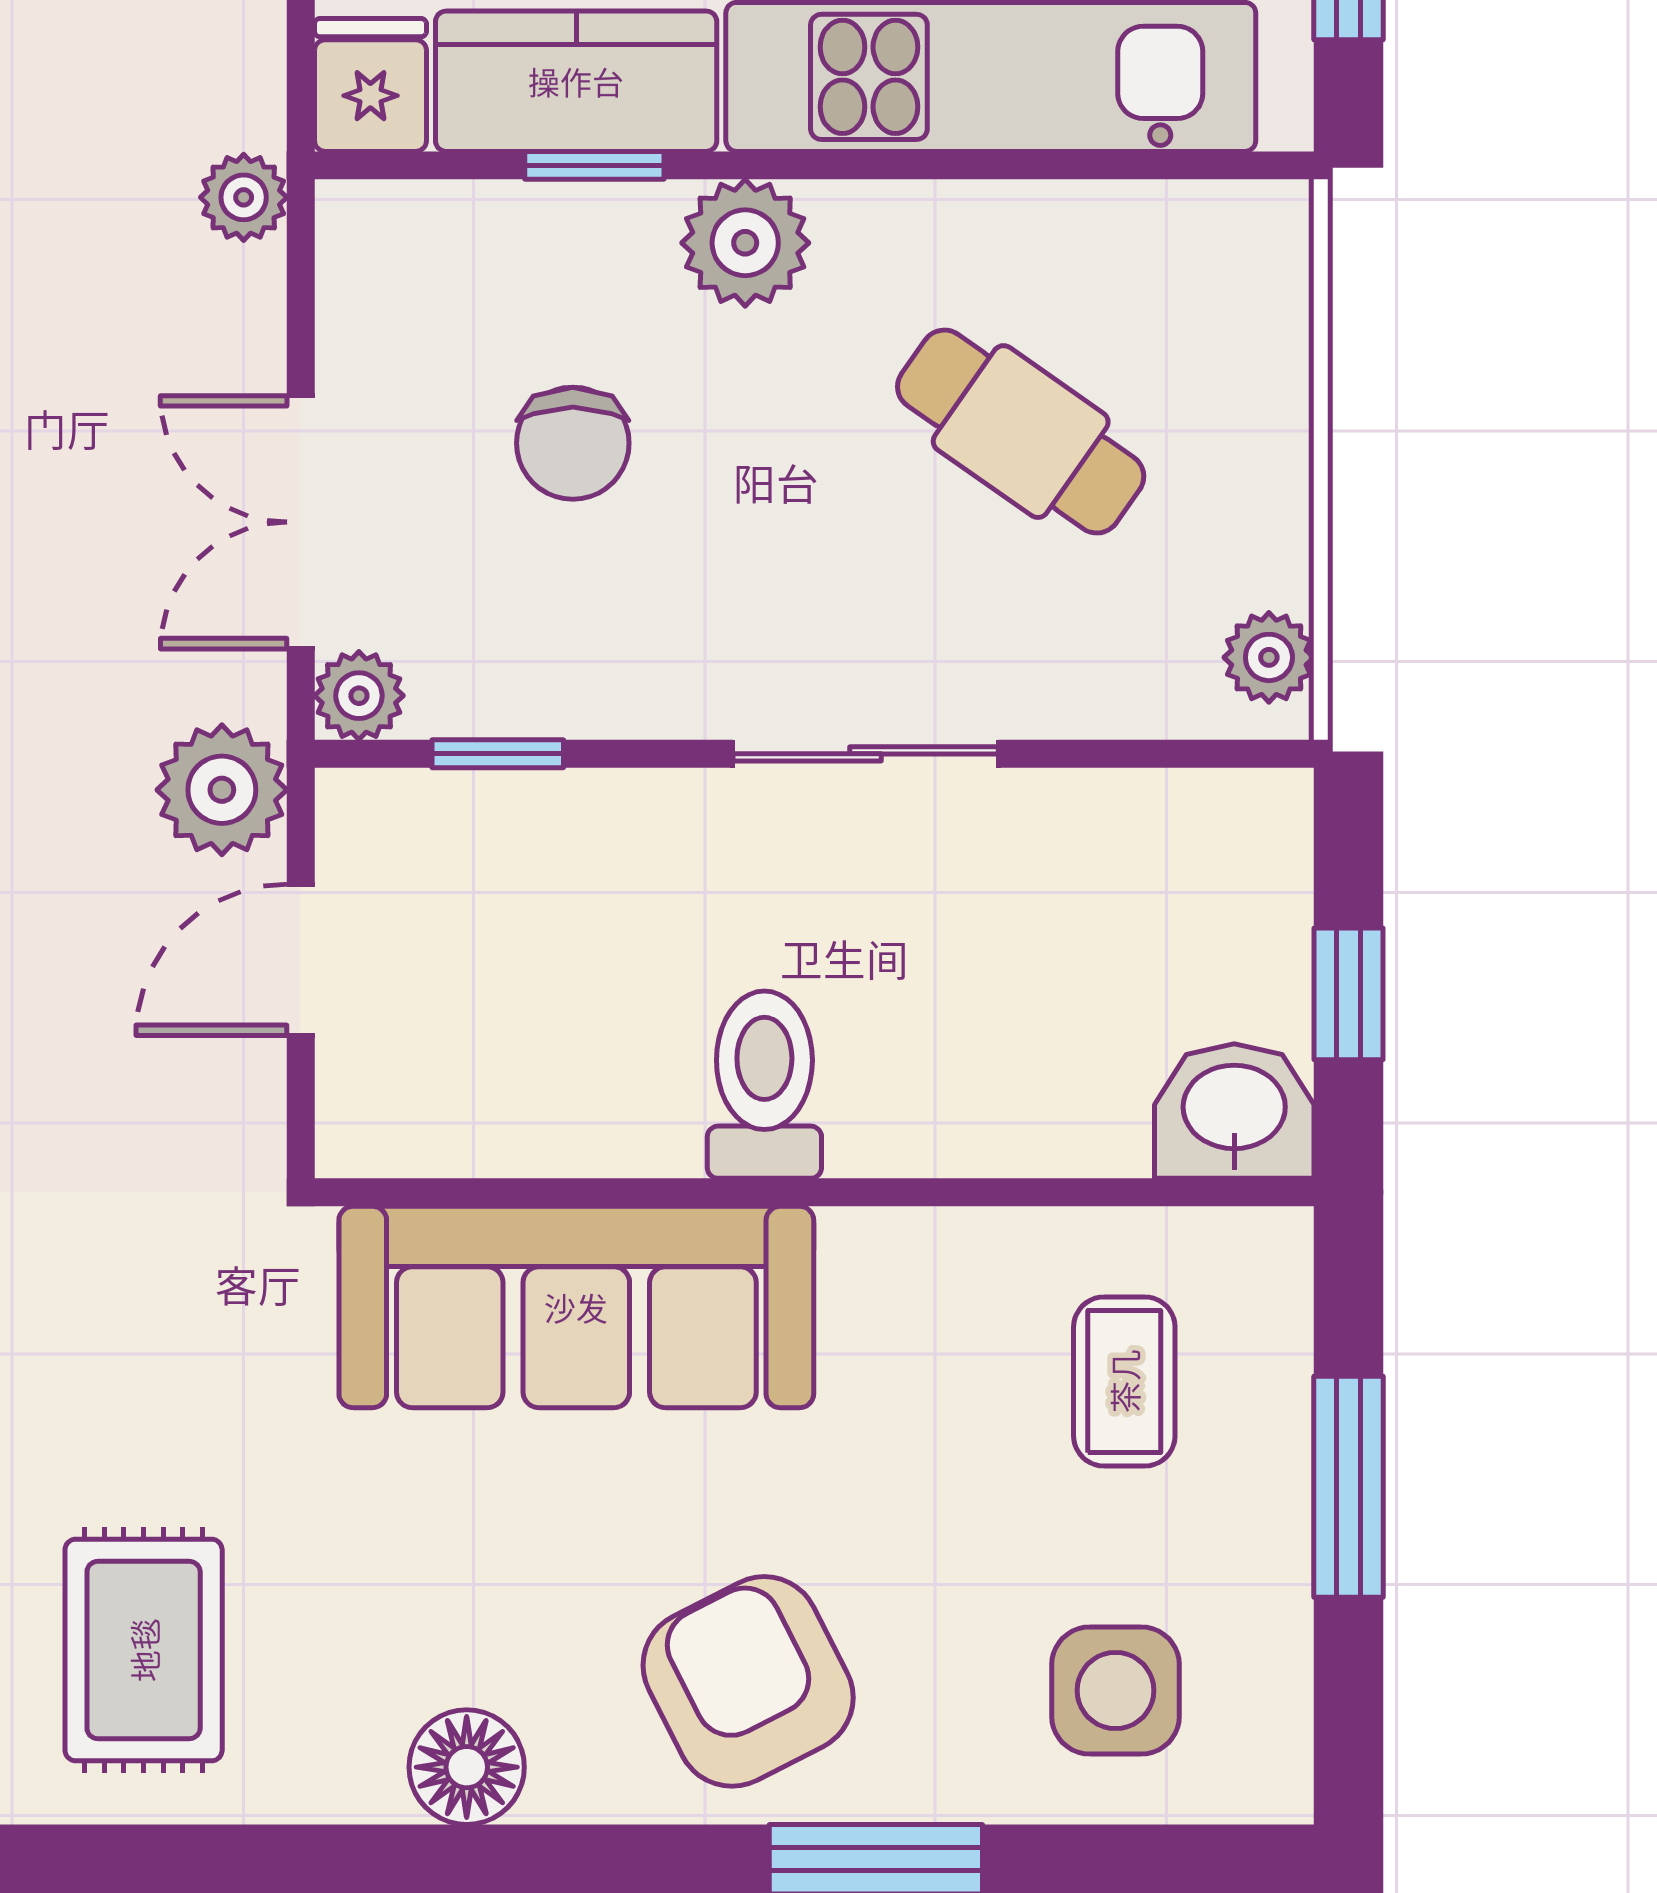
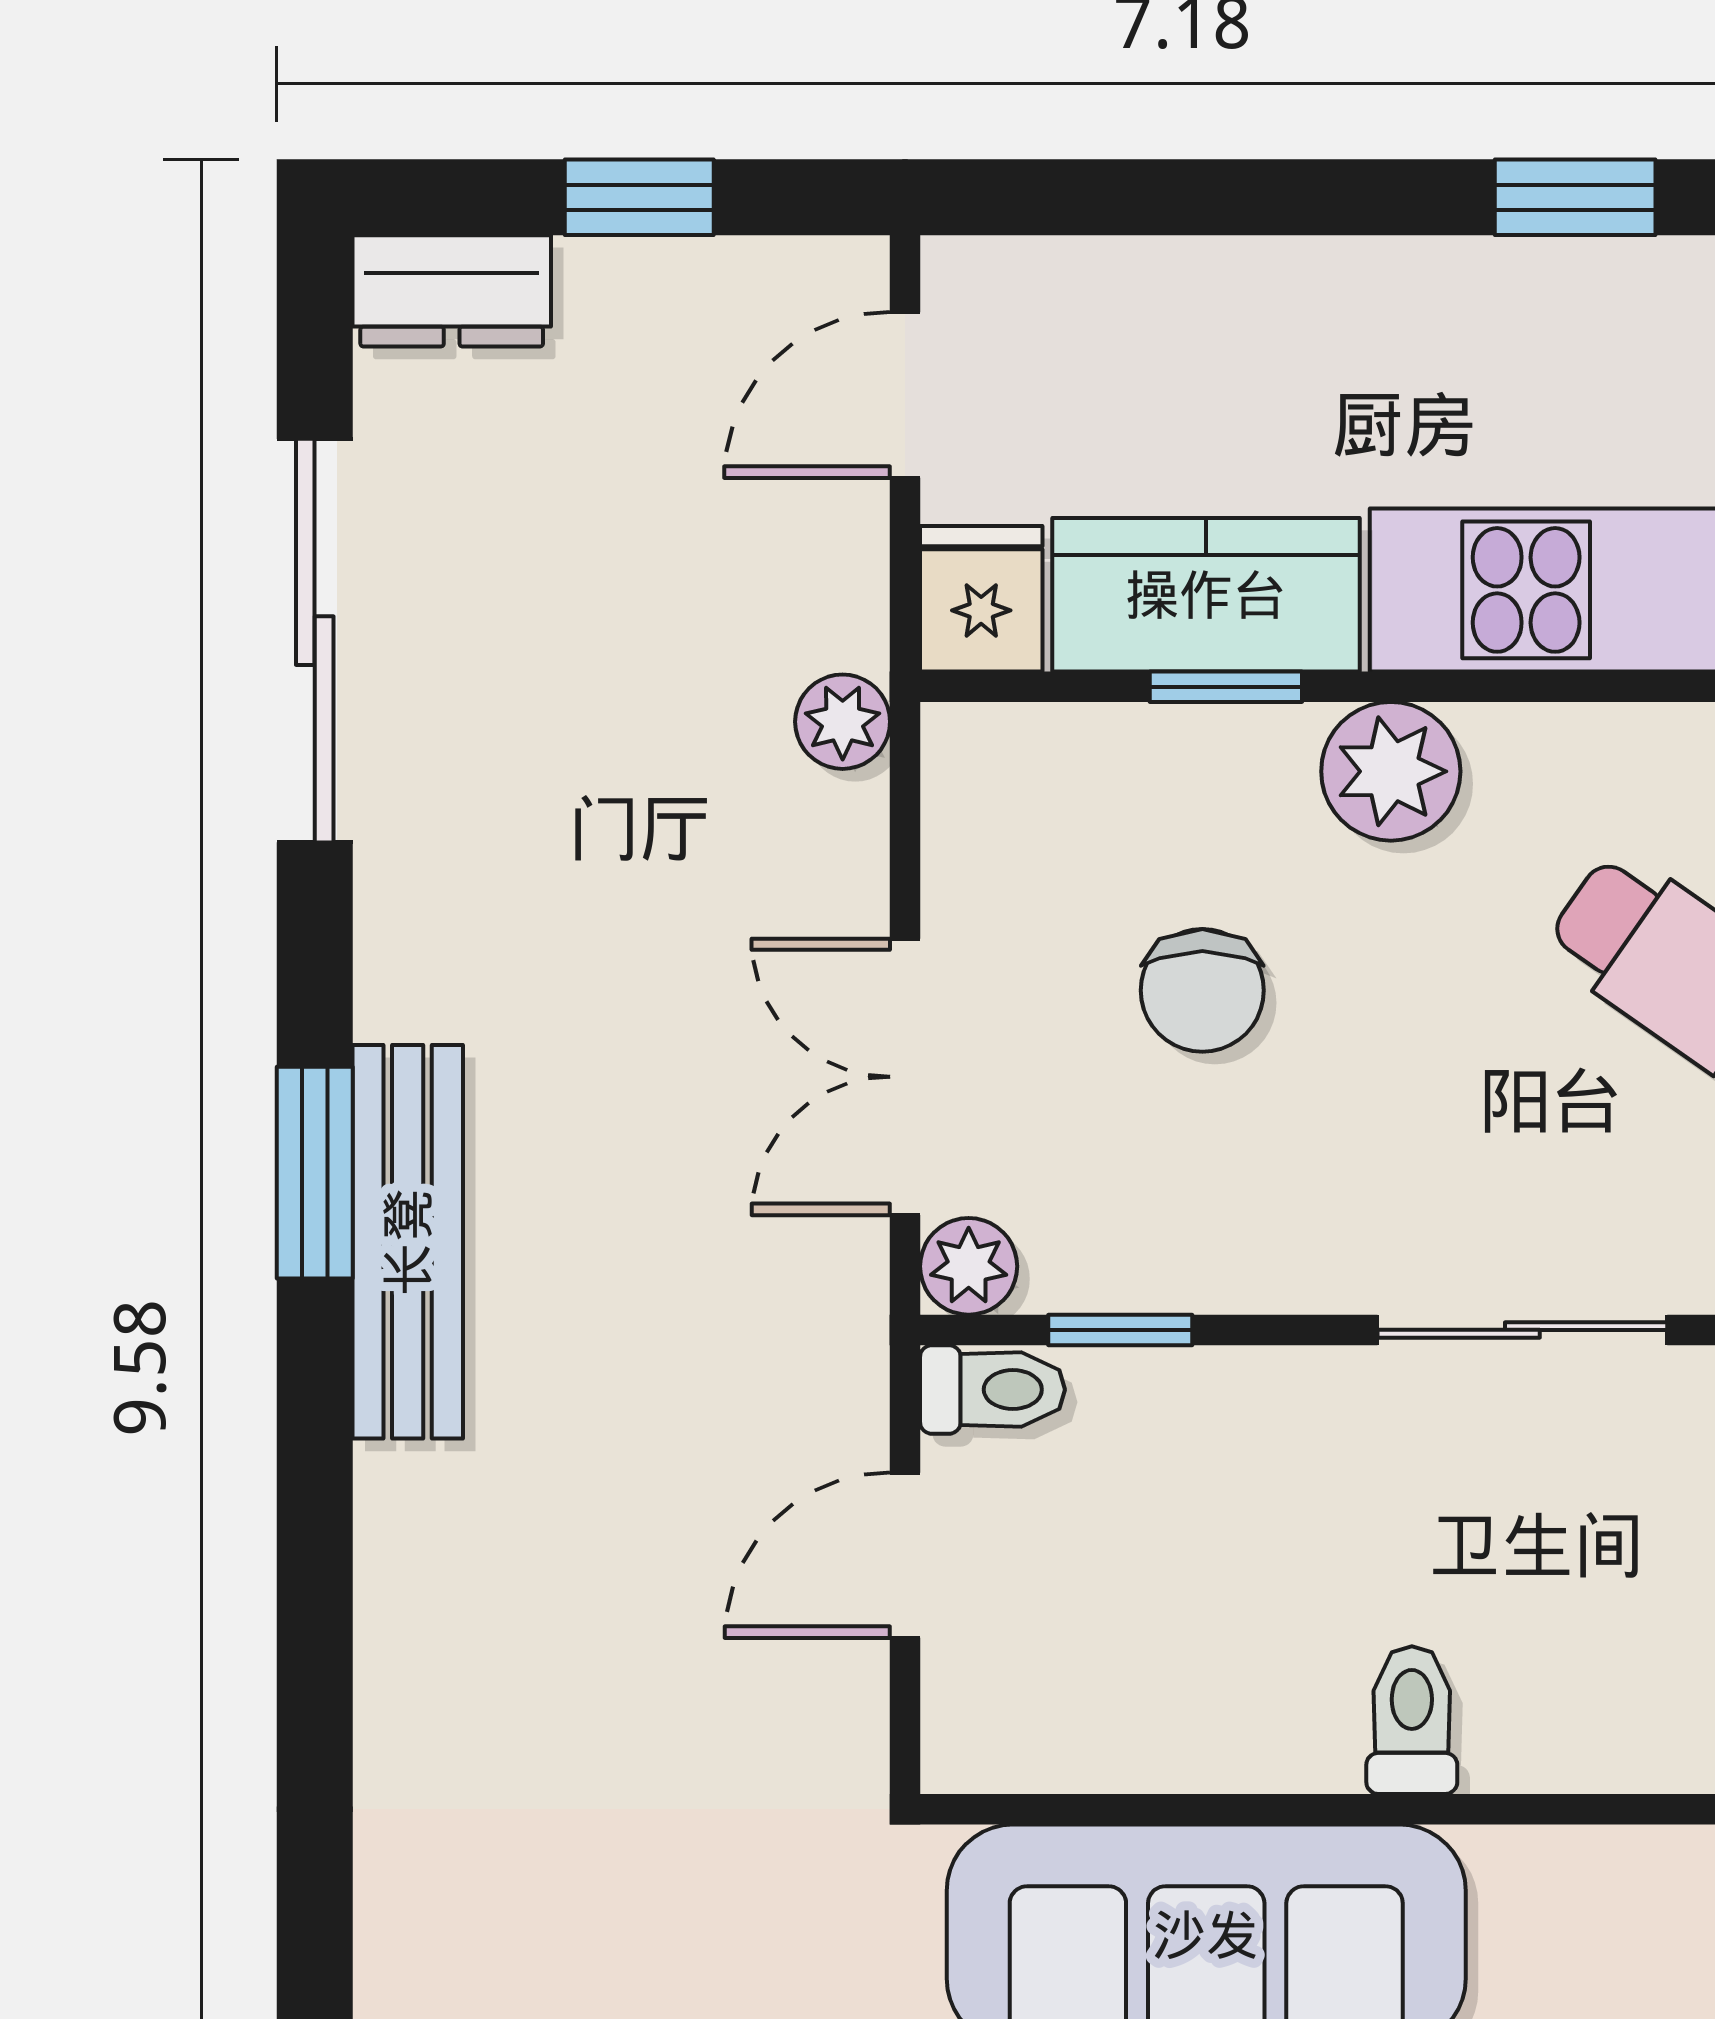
plant: (222, 790) -> (819, 1369), removed
toilet: (381, 808) -> (993, 1390), added
toilet: (764, 1085) -> (1412, 1720), width x0.73, depth x0.72

